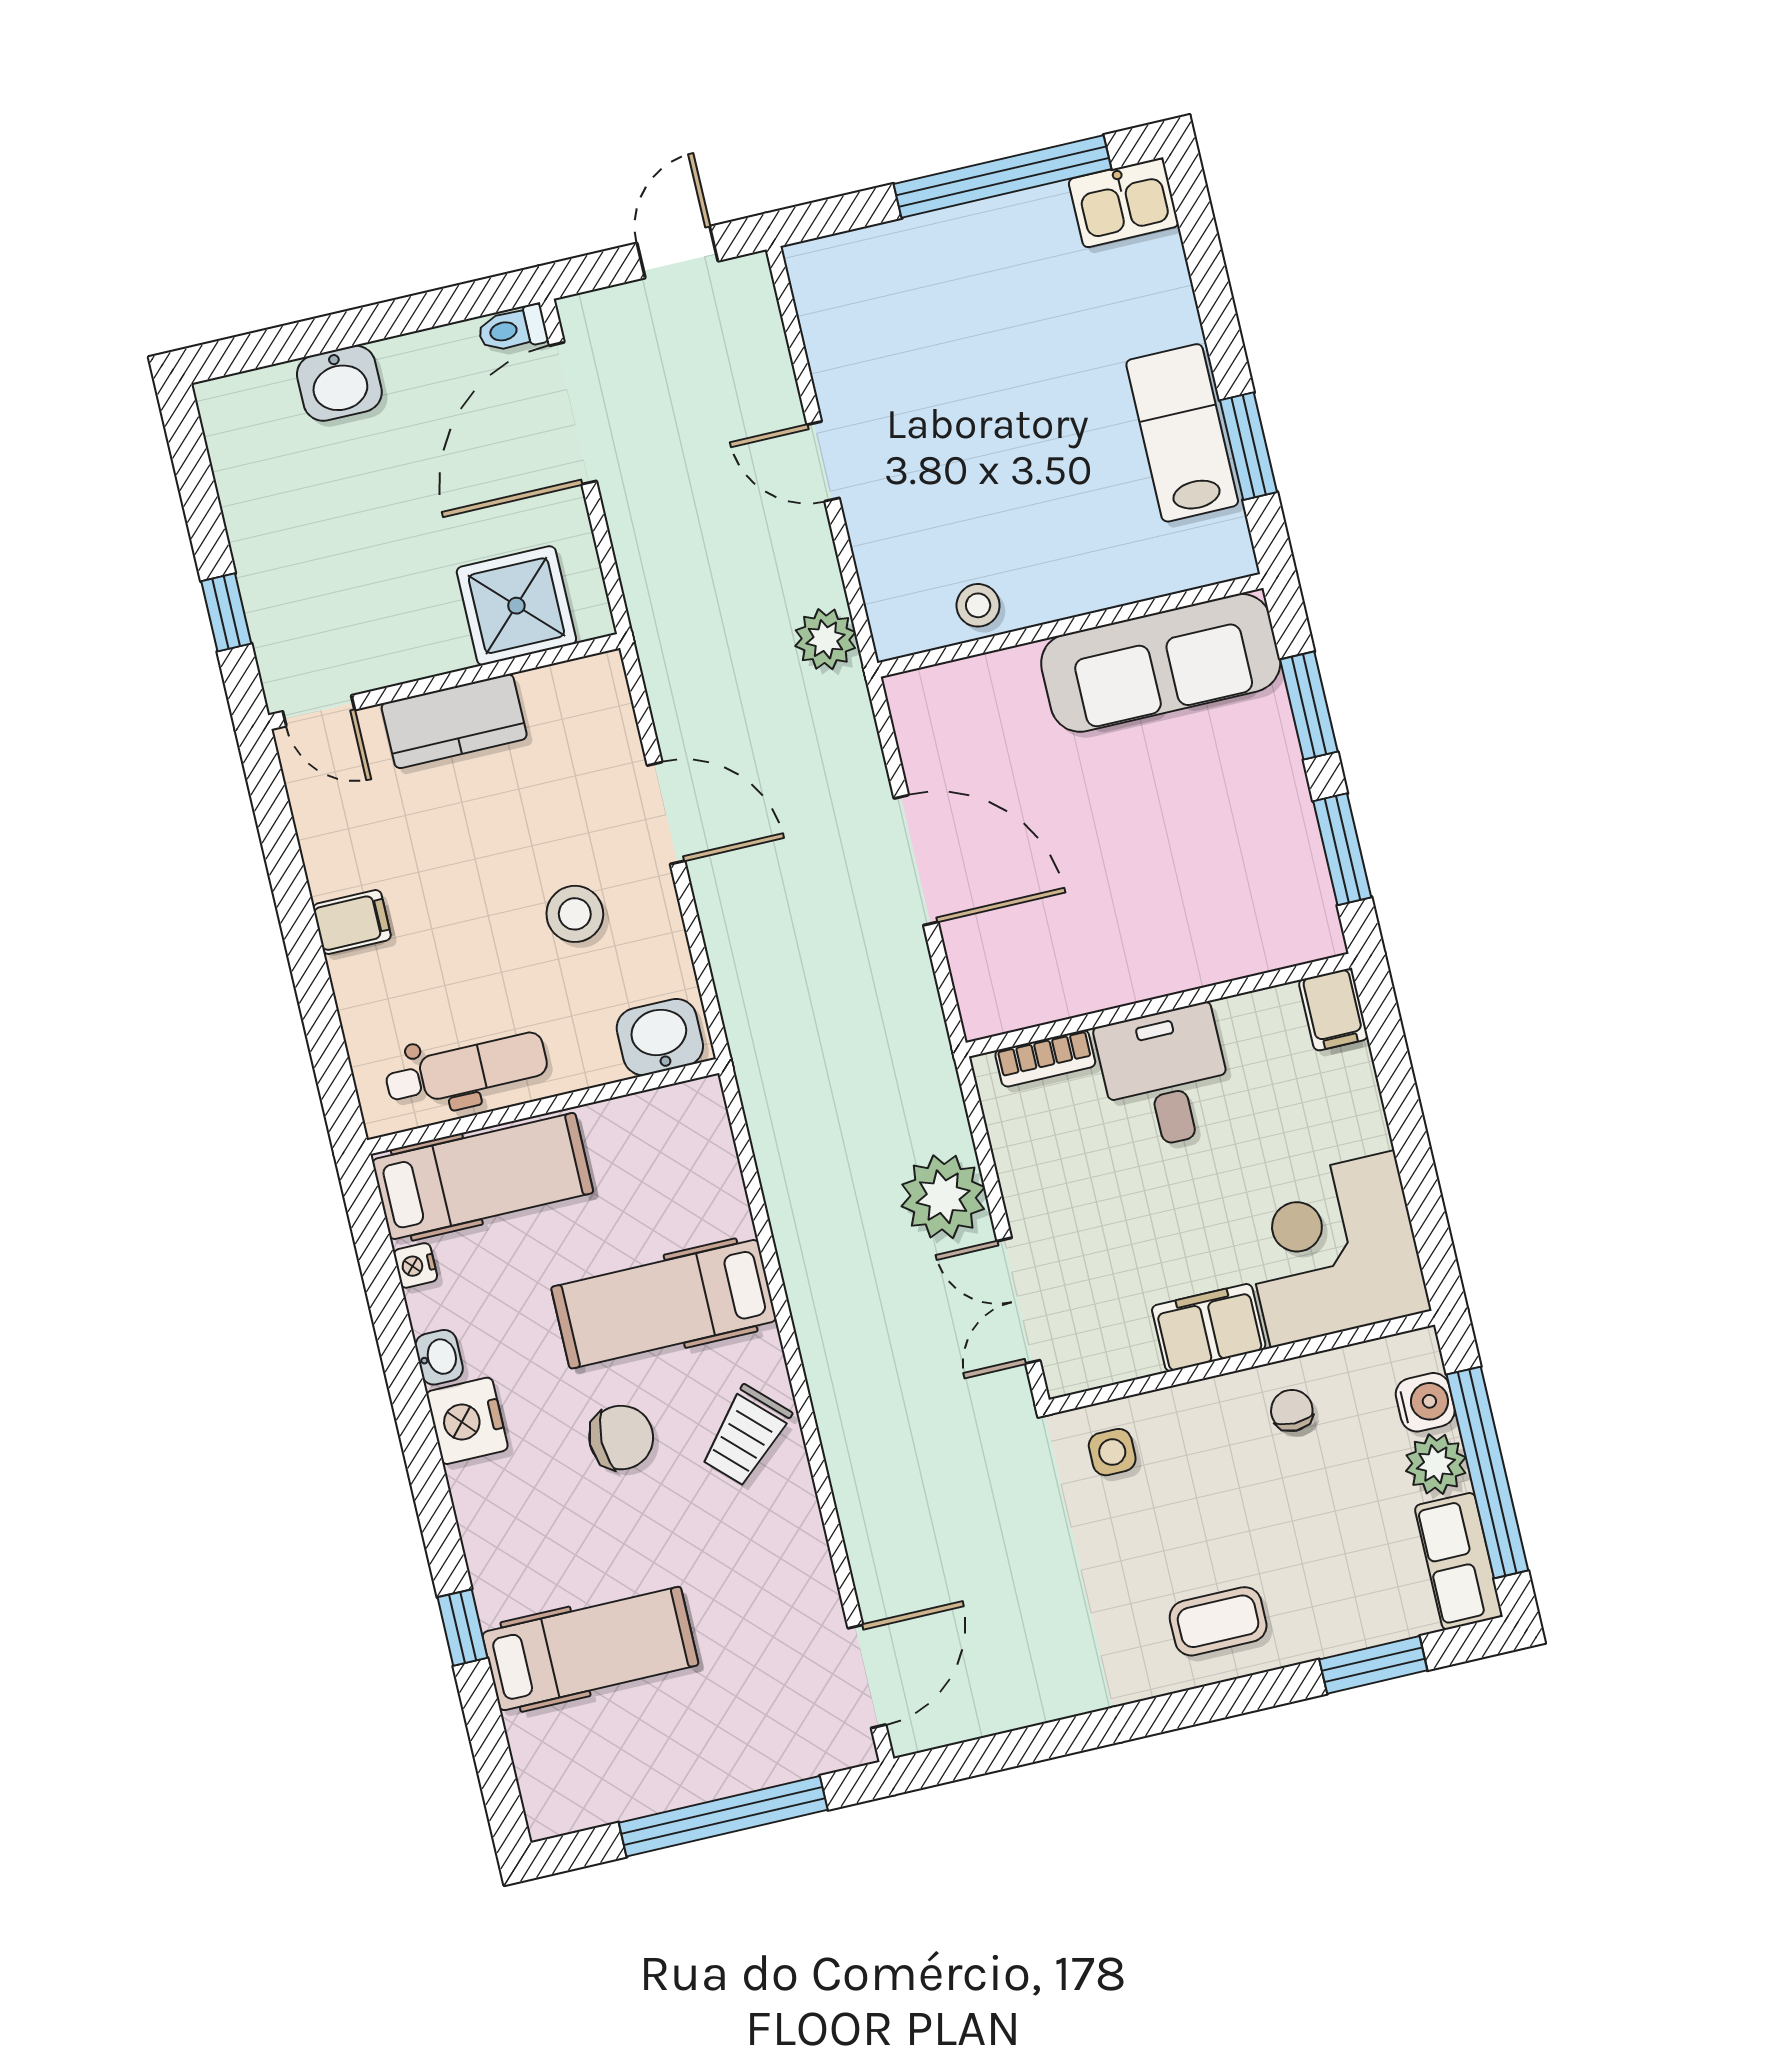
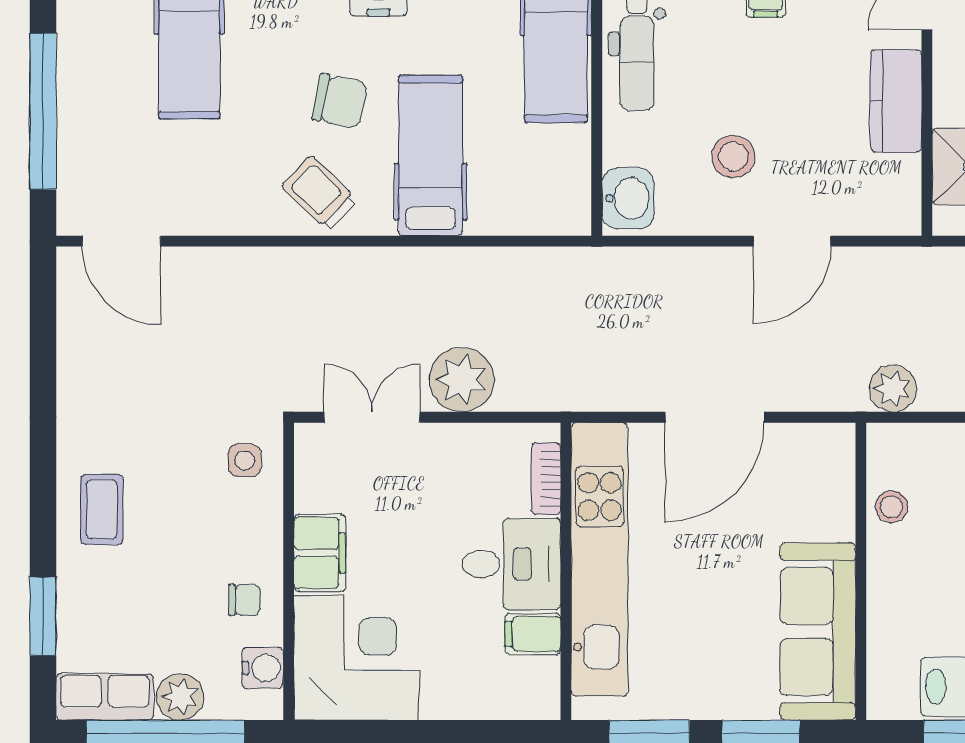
kitchen unit: (1133, 965) -> (600, 559), added
filing cabinet: (1333, 1010) -> (533, 634), moved
water cooler: (1425, 1402) -> (263, 668), moved, turned -90
chair: (621, 1438) -> (340, 101), turned -78

